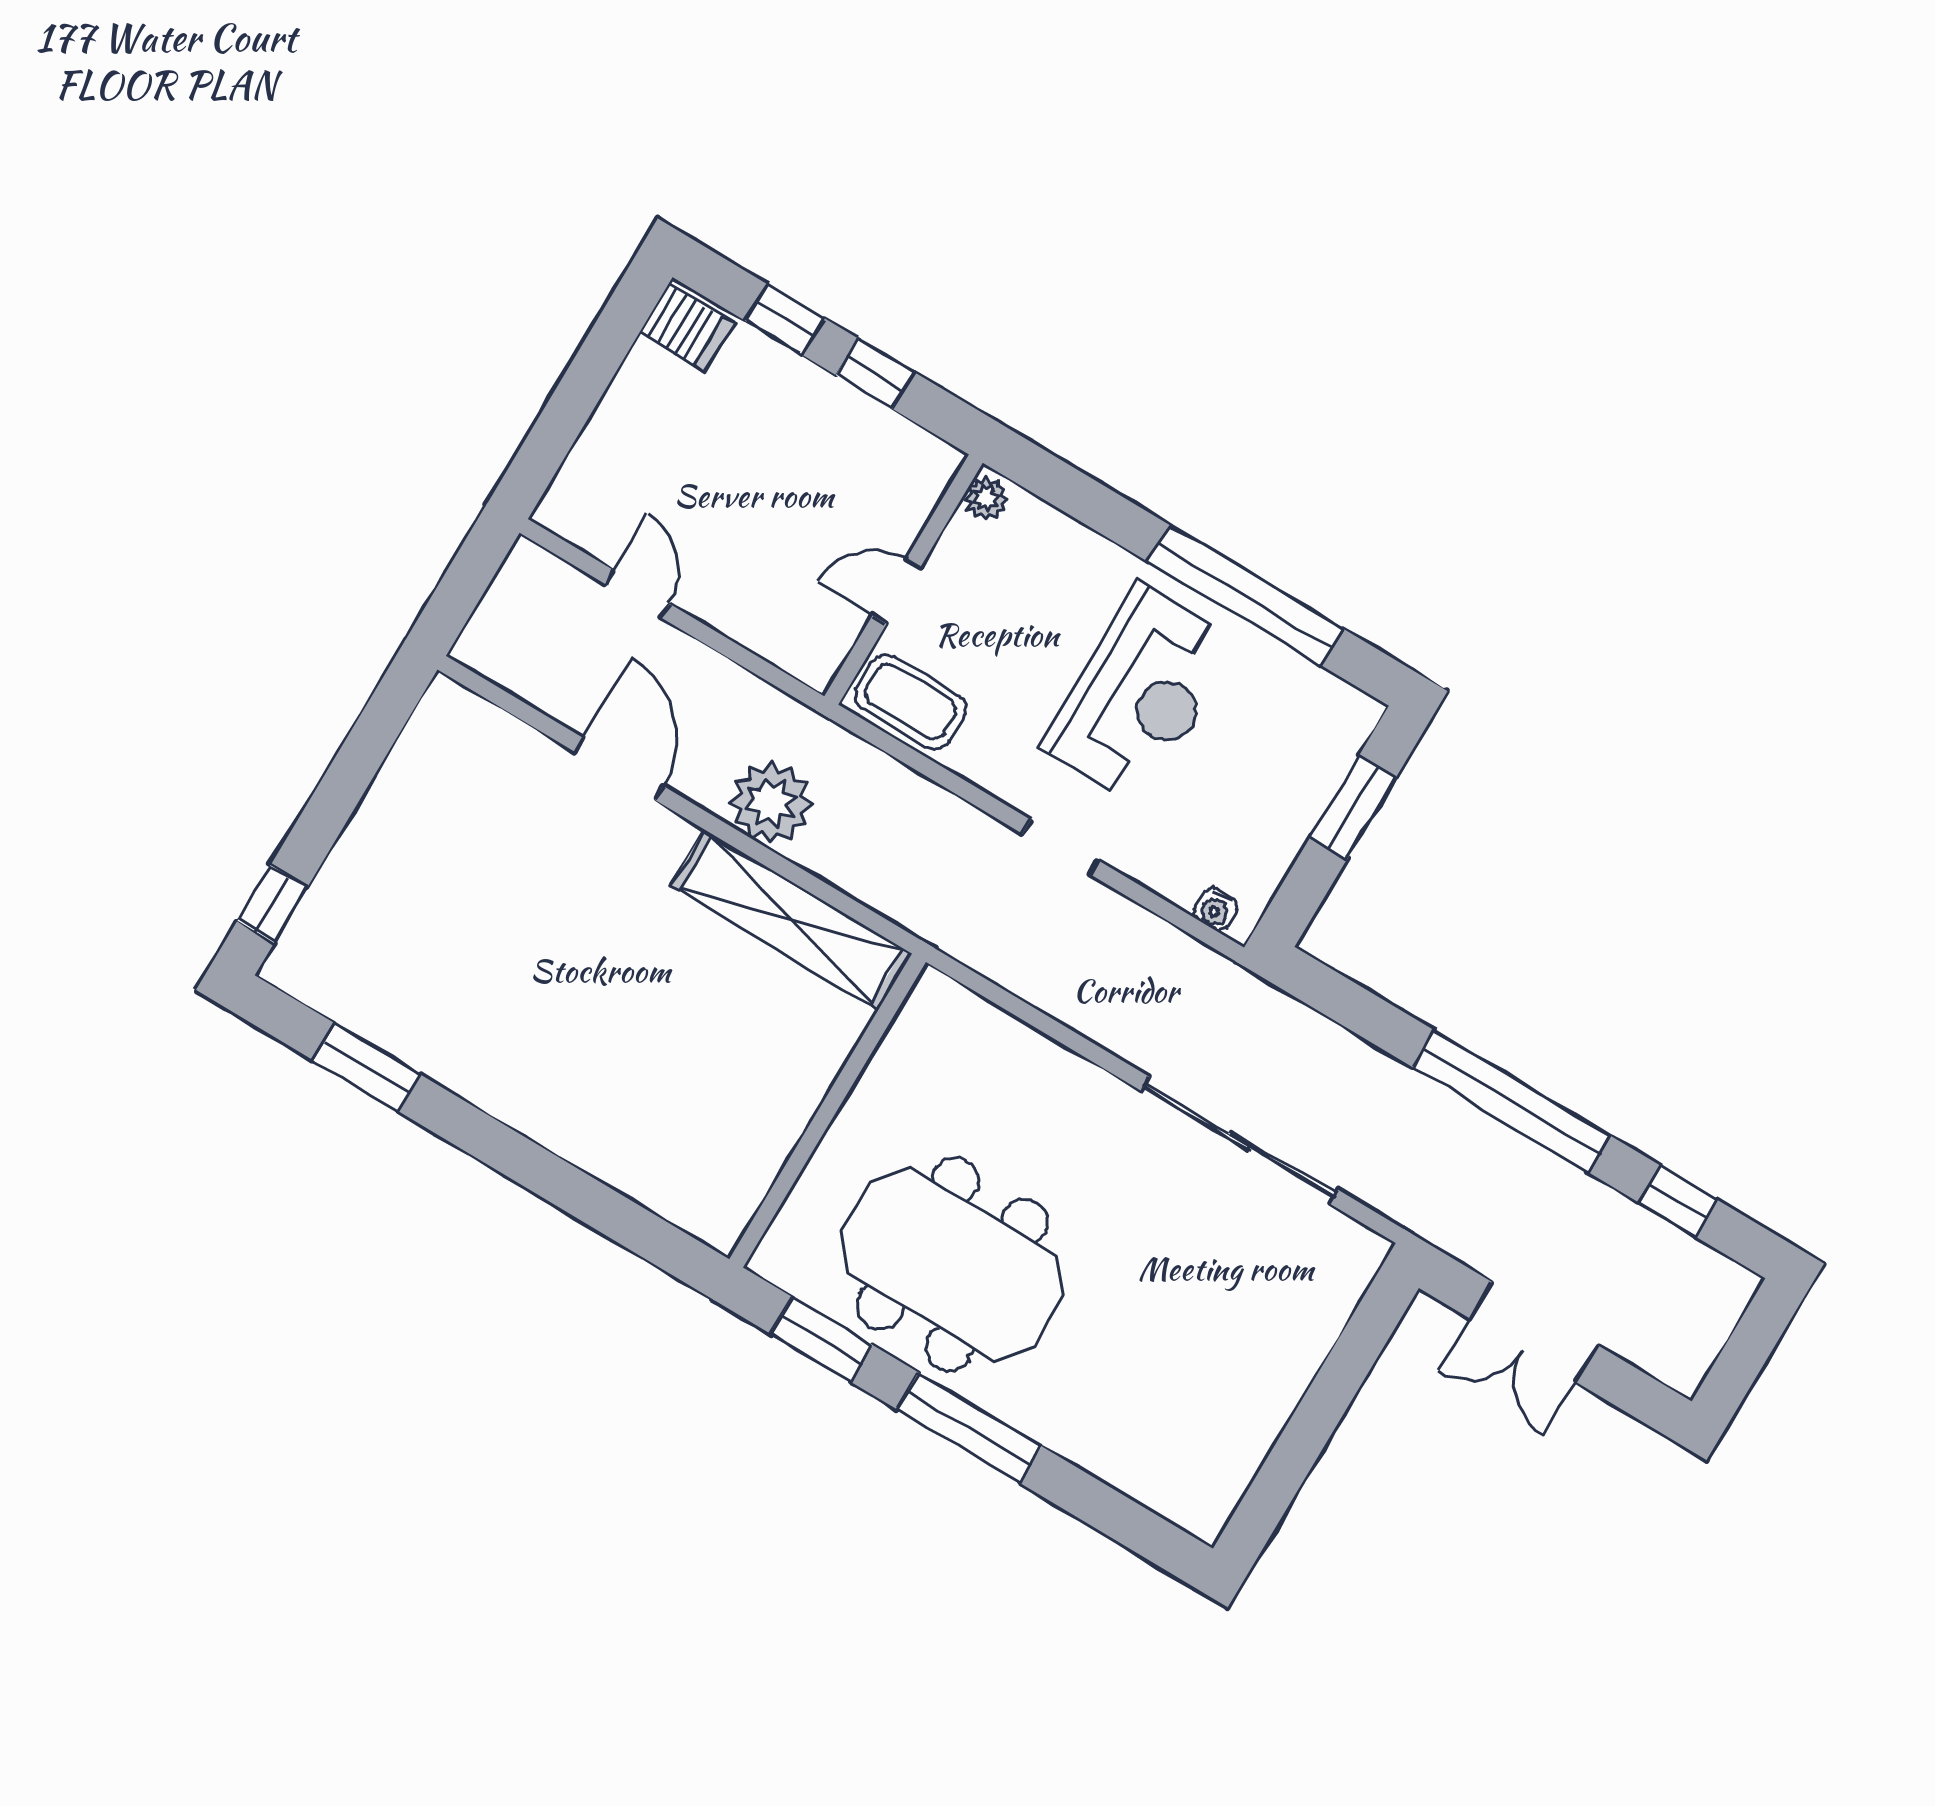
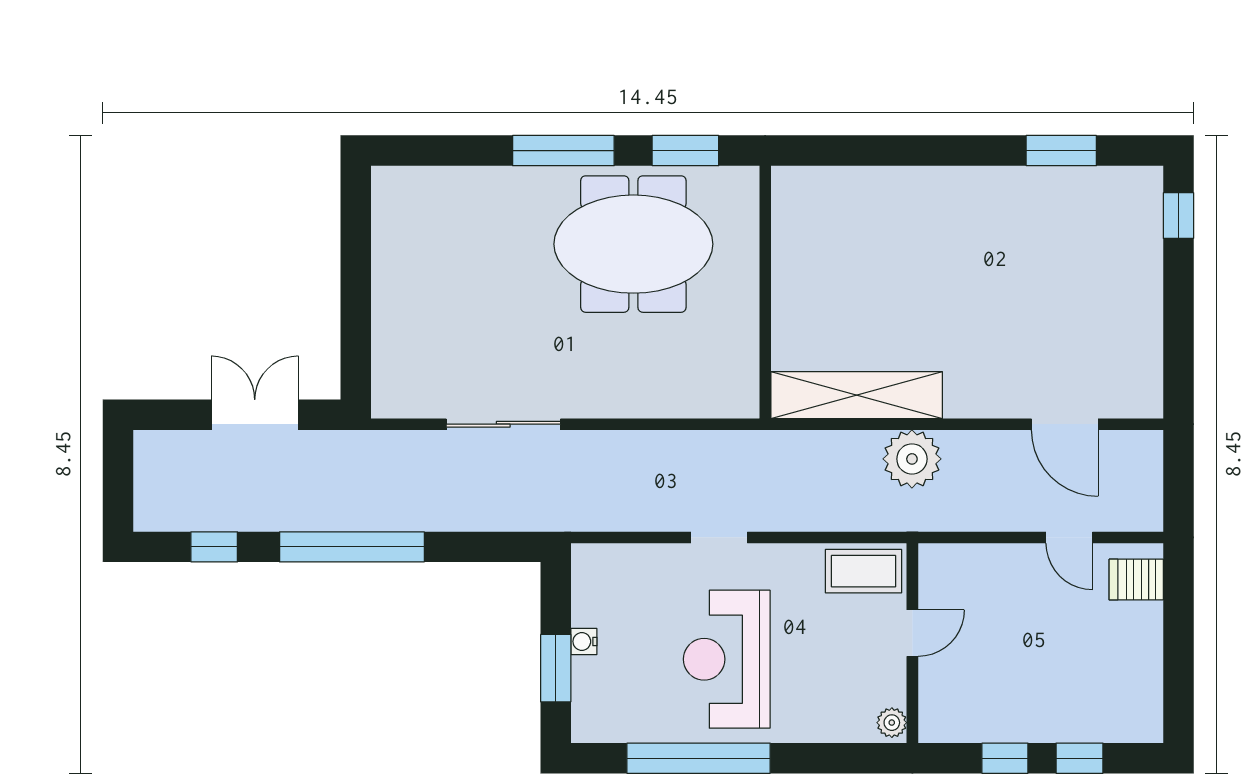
server rack: (687, 328) -> (1136, 580), moved
door: (619, 769) -> (1065, 424), moved
water cooler: (1216, 909) -> (584, 641), moved, turned -90
sliding door: (1240, 1140) -> (503, 424), width x0.73

